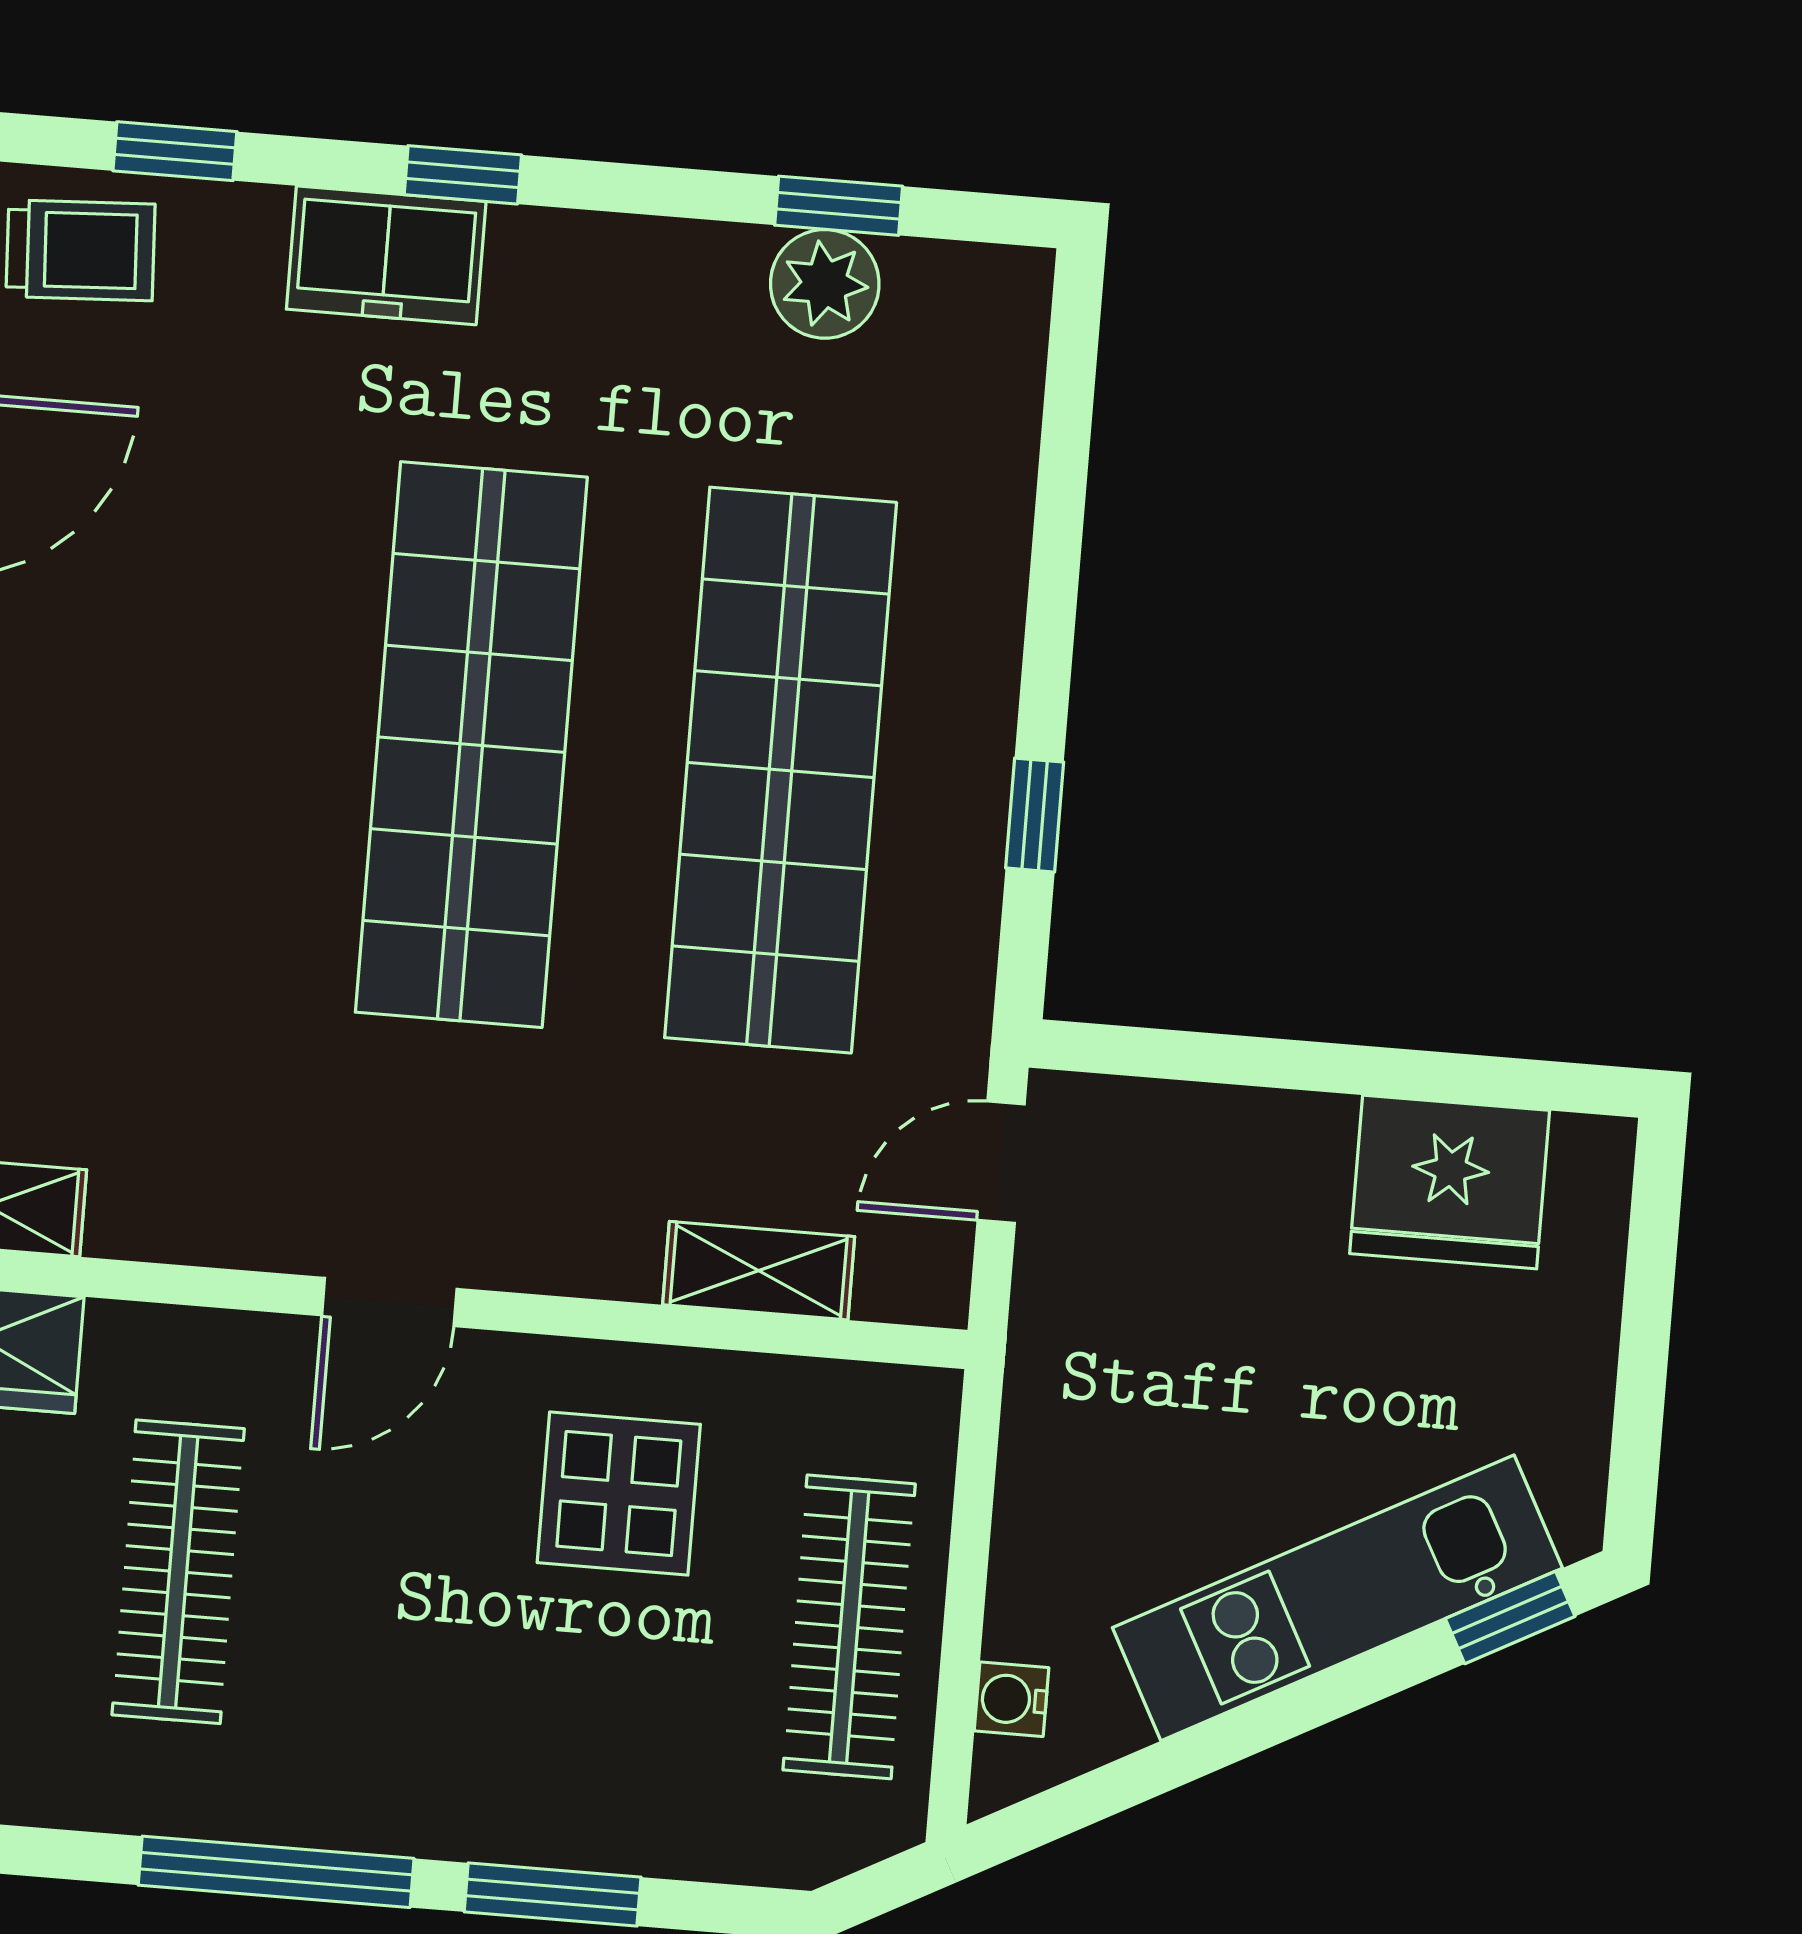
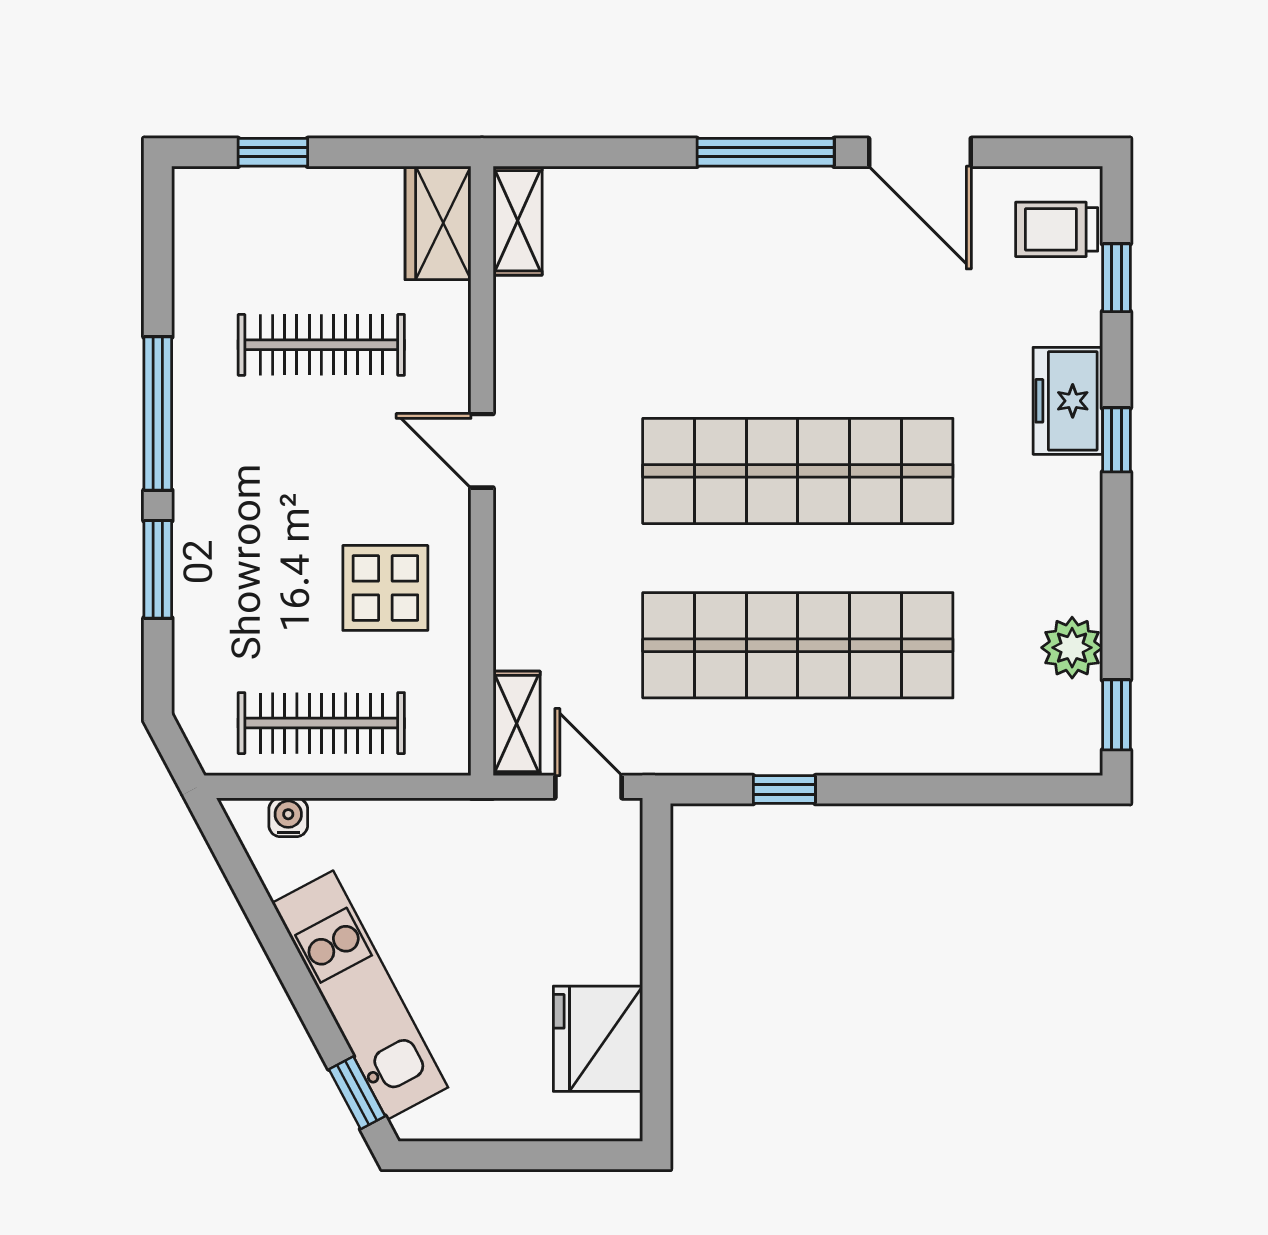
window: (839, 206) -> (1116, 715), moved
trolley: (80, 250) -> (1057, 229), turned 93
shelving: (759, 1271) -> (517, 723), moved

